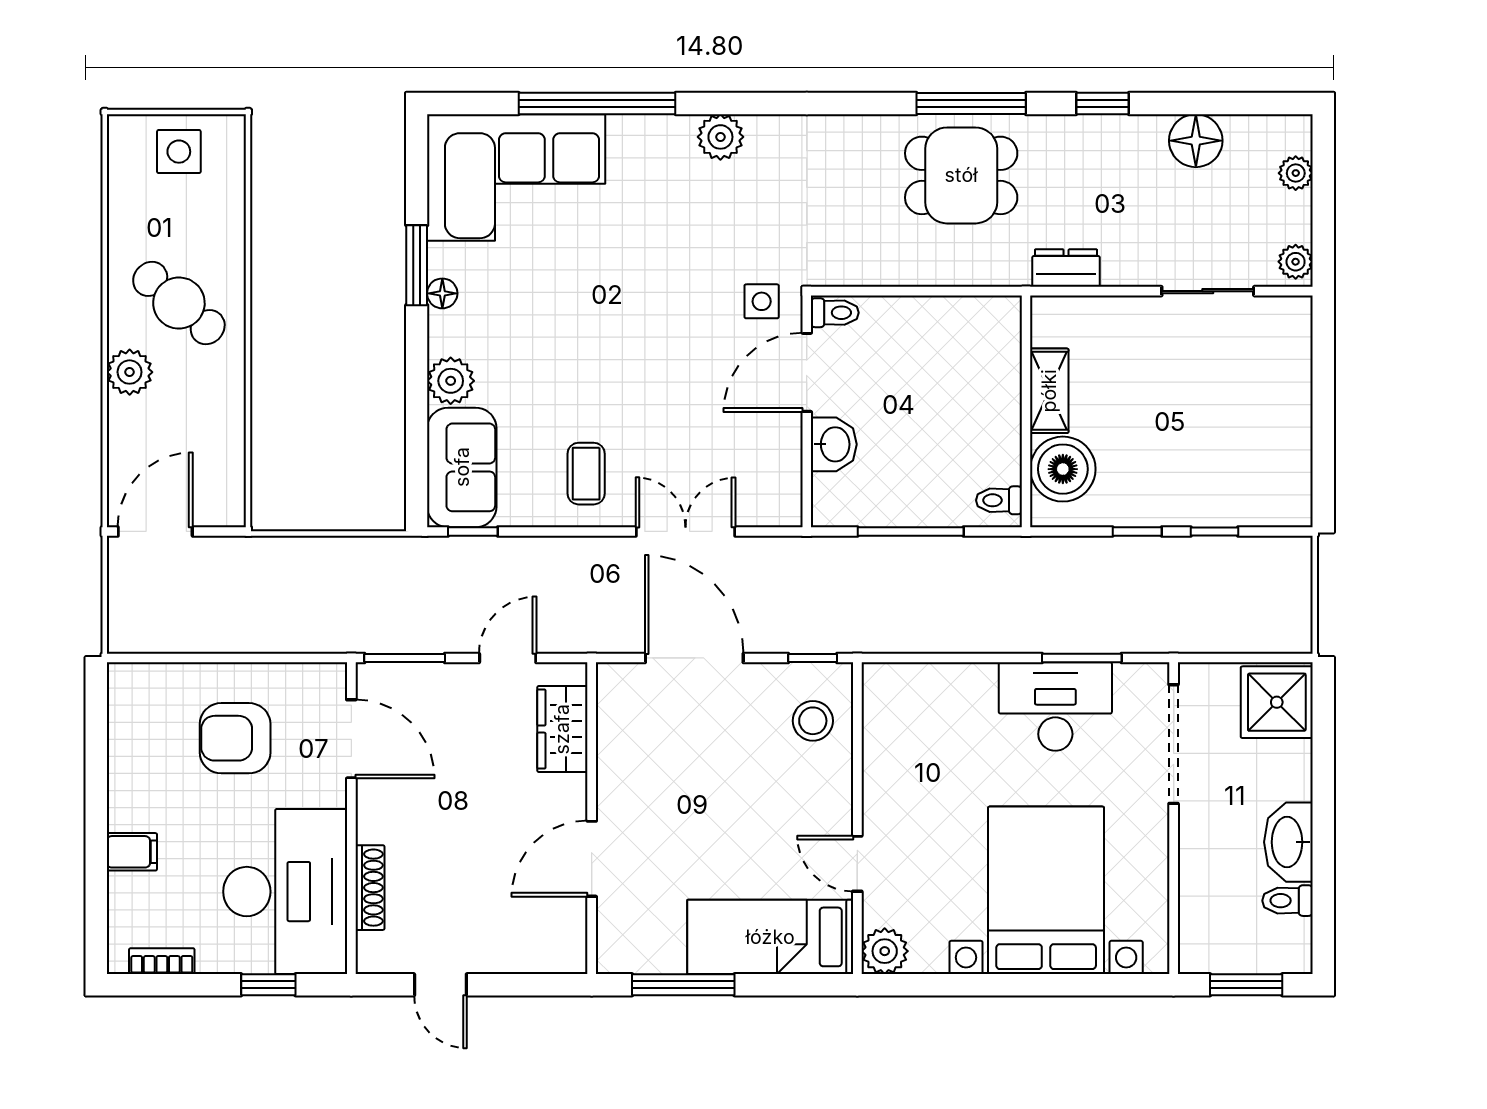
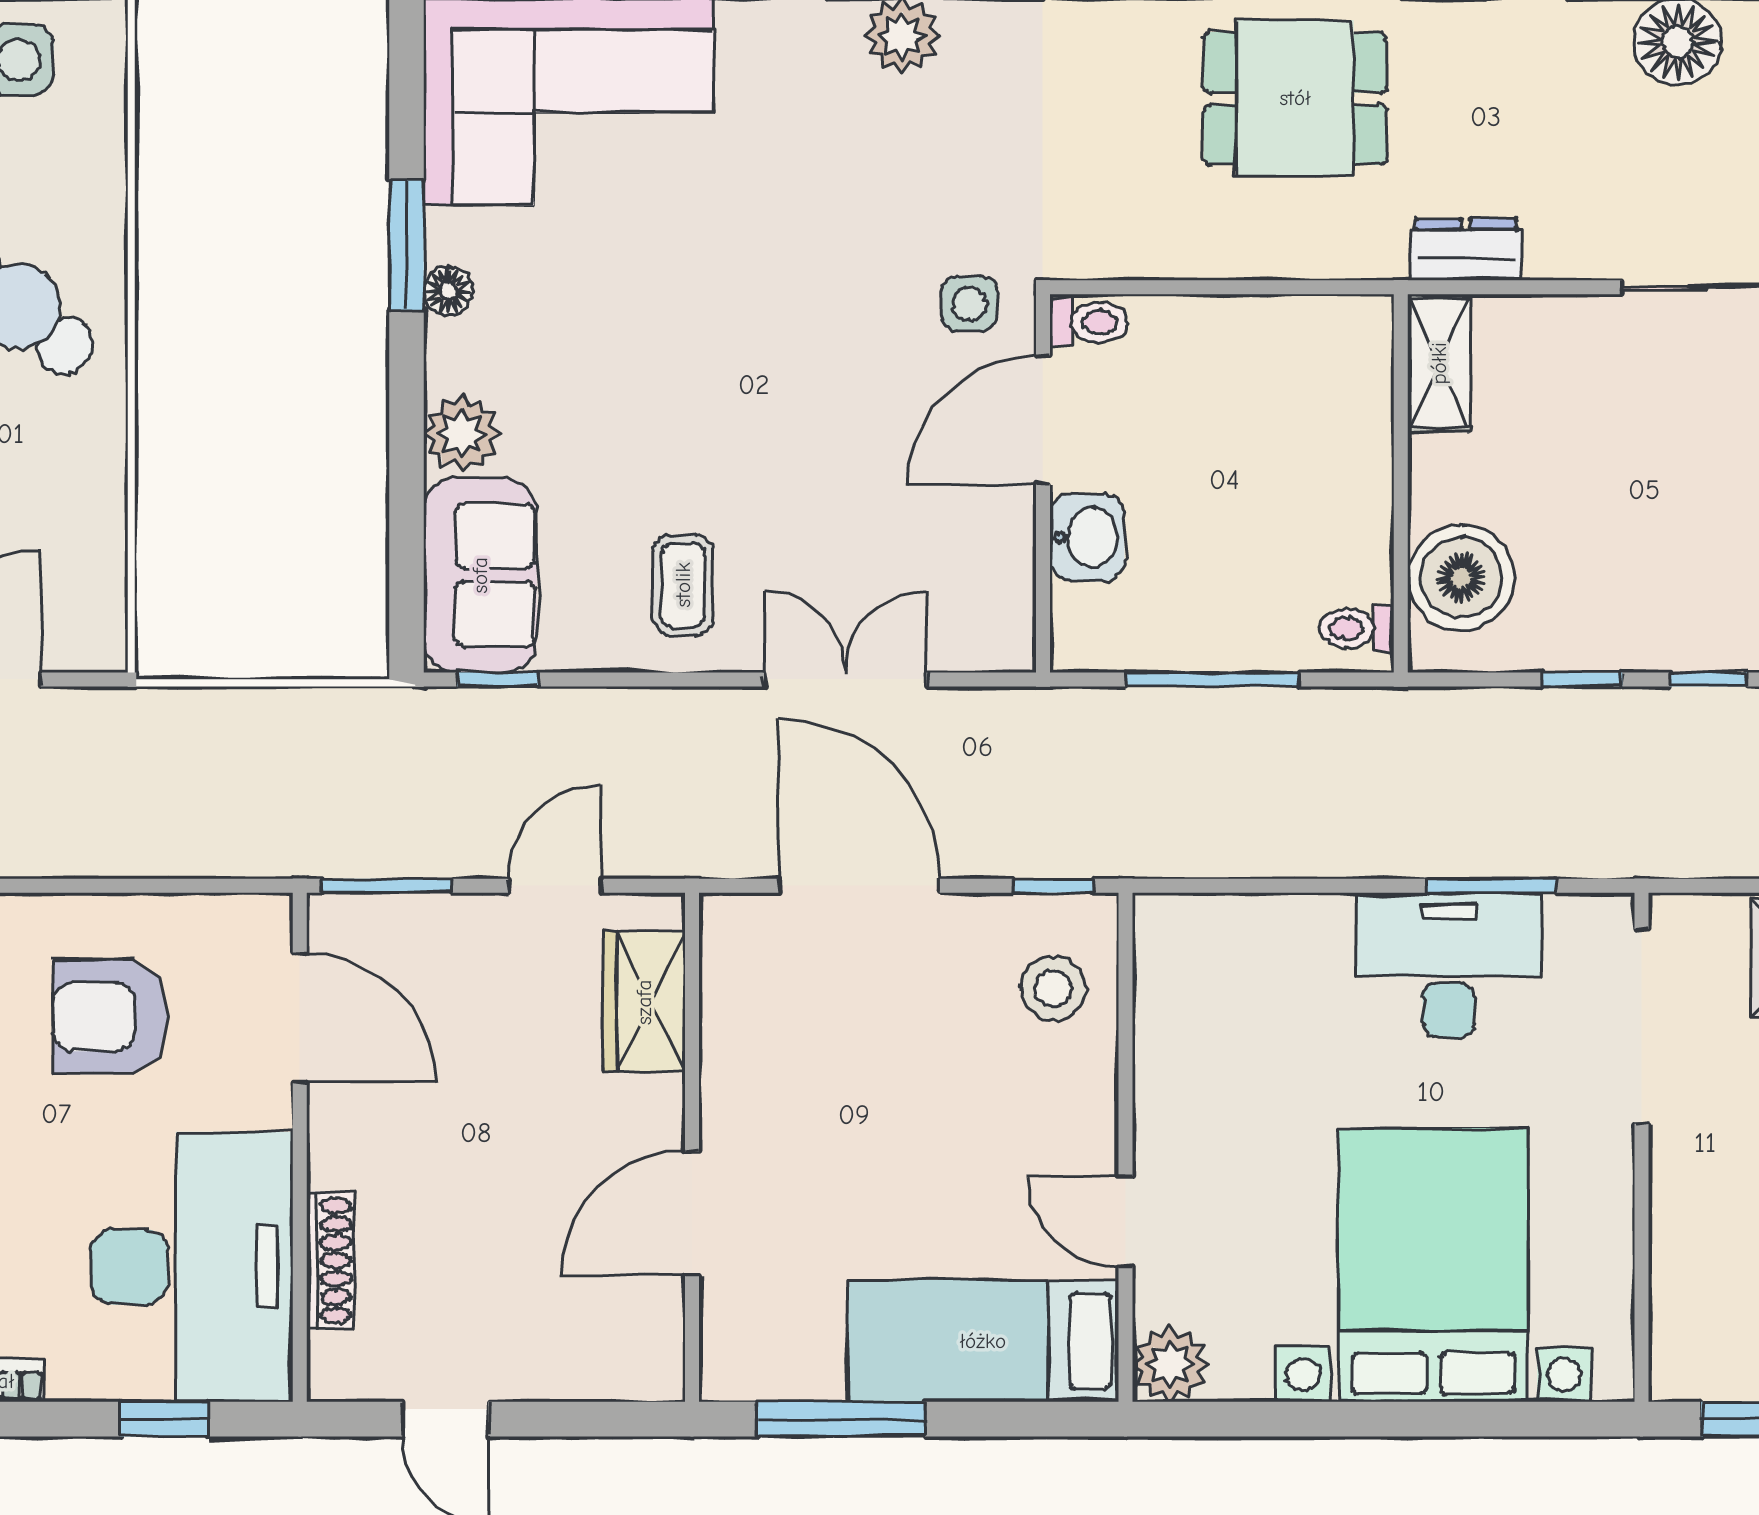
shelving: (1049, 391) -> (1439, 363), moved

